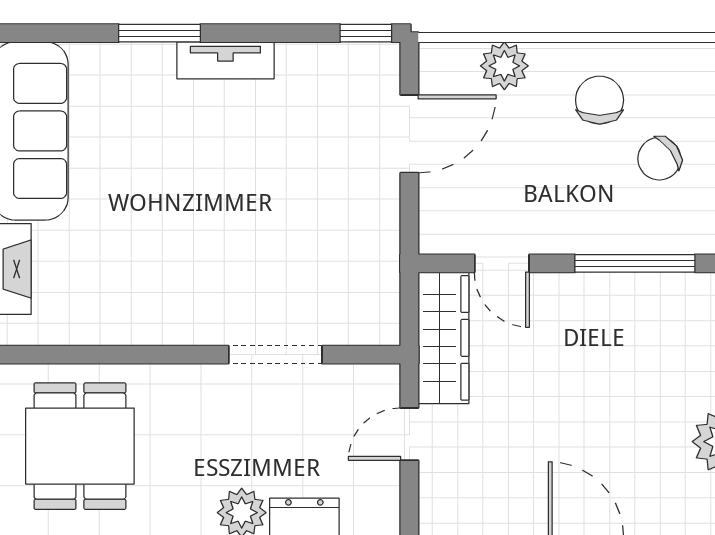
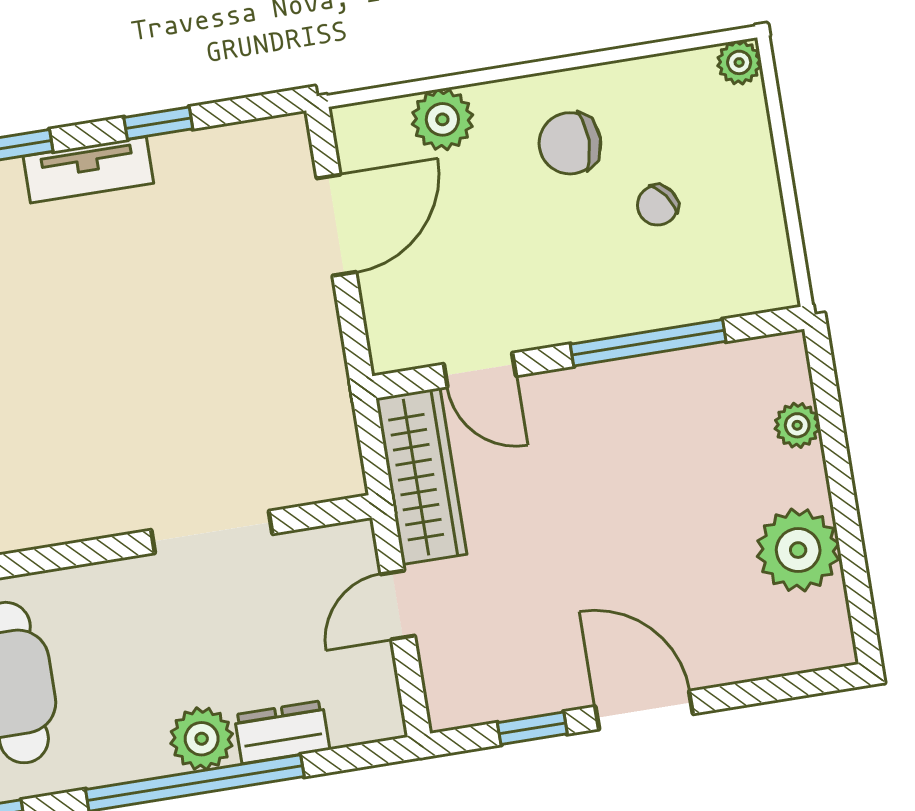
window: (366, 33) -> (158, 123), moved
chair: (600, 100) -> (570, 143), turned -90
chair: (659, 159) -> (658, 205), width x0.73, depth x0.73

